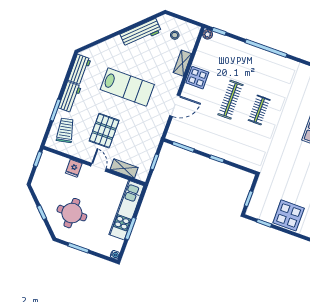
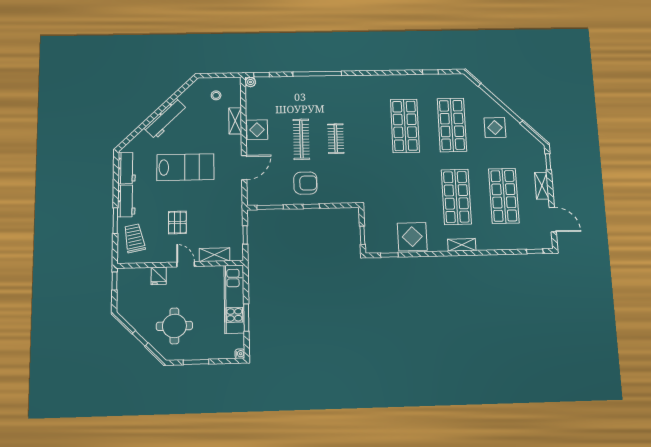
workbench: (141, 33) -> (166, 119), moved
pallet: (104, 131) -> (177, 222), width x0.67, depth x0.71
armchair: (220, 138) -> (305, 183), added

